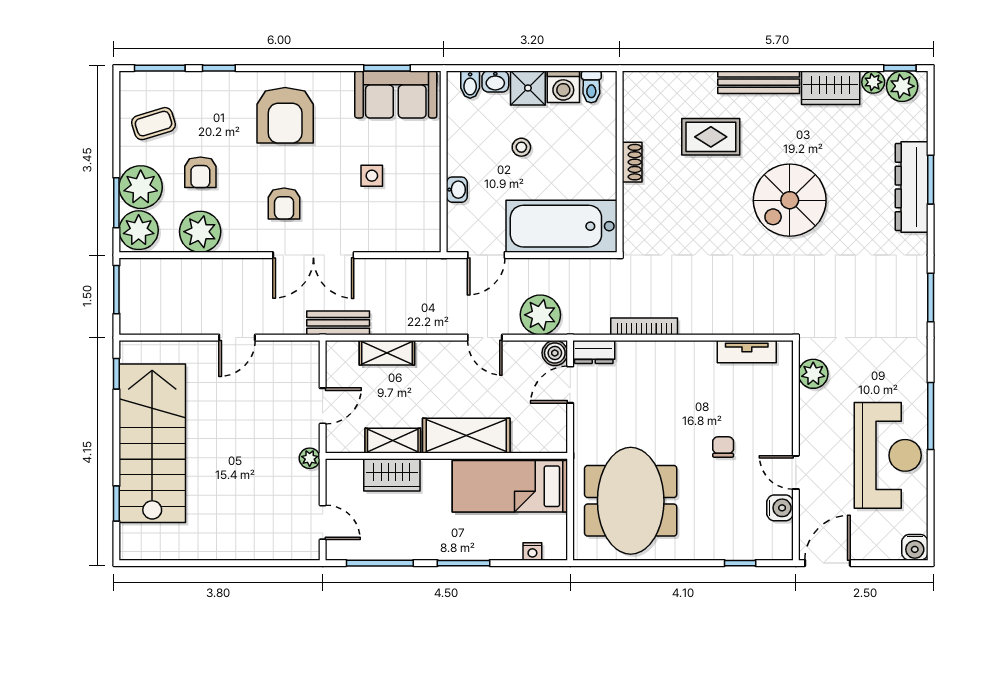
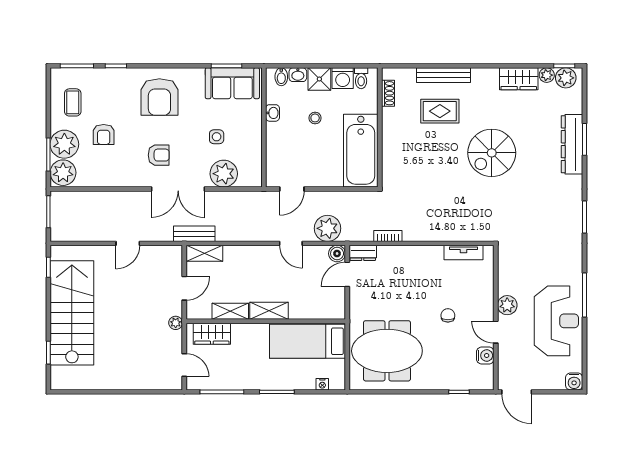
bench: (759, 82) -> (443, 75), moved
coffee table: (153, 124) -> (73, 102), turned -73
shoe rack: (632, 162) -> (388, 93), moved
washbasin: (457, 190) -> (273, 113), moved
armchair: (284, 203) -> (159, 155), turned -90
bathtub: (562, 226) -> (361, 151), moved, turned -90
plant: (200, 232) -> (224, 174), moved
bookcase: (644, 326) -> (388, 236), width x0.64
shelving: (387, 353) -> (204, 253), moved
plant: (813, 374) -> (507, 305), moved
shelving: (466, 436) -> (269, 311), width x0.67, depth x0.75
wardrobe: (392, 475) -> (212, 334), moved
meeting table: (631, 501) -> (387, 351), turned 90
door: (828, 563) -> (517, 392), swing flipped

